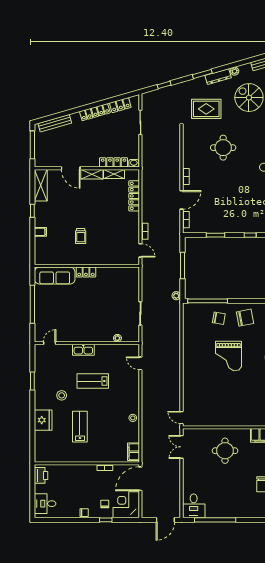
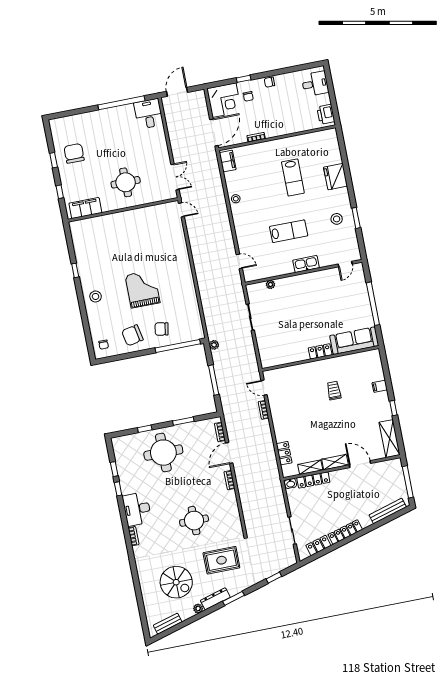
locker: (134, 196) -> (284, 453), width x0.66
round table: (238, 211) -> (163, 453), added
stool: (62, 395) -> (337, 219), moved

